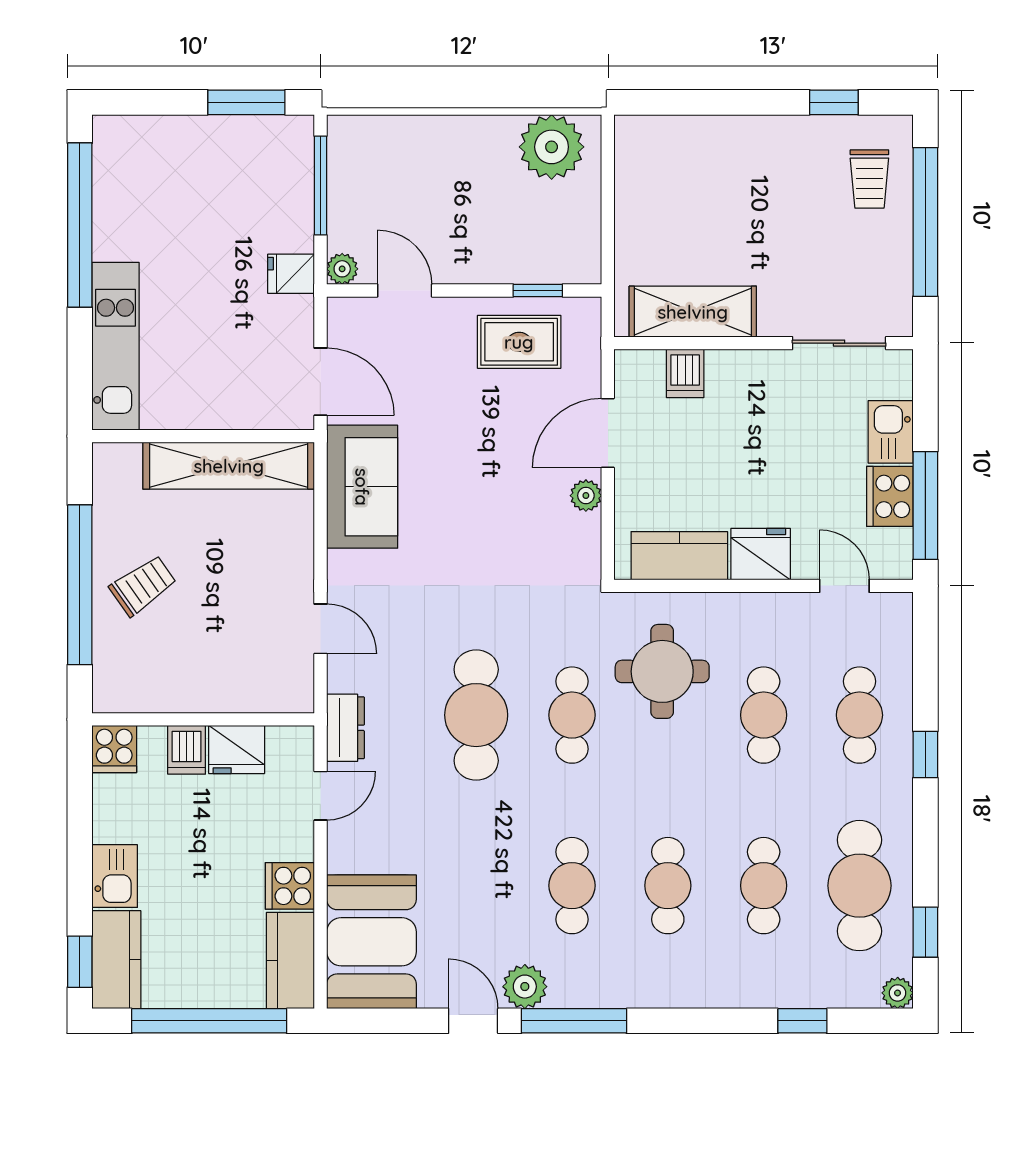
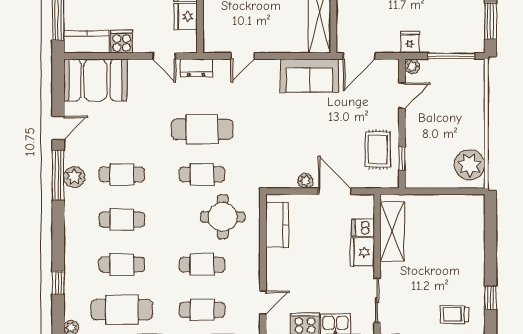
fridge: (761, 554) -> (362, 252), moved, turned 180
plant: (525, 987) -> (74, 177), moved

